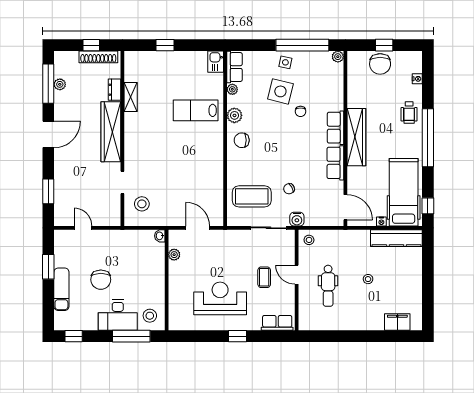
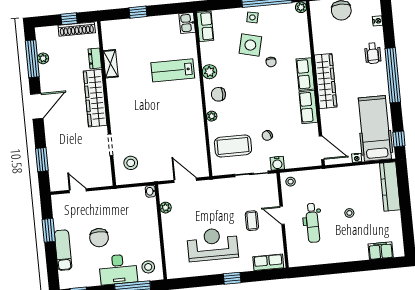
plant: (232, 89) -> (212, 116), moved
kitchen counter: (396, 238) -> (390, 187), moved, turned 90

